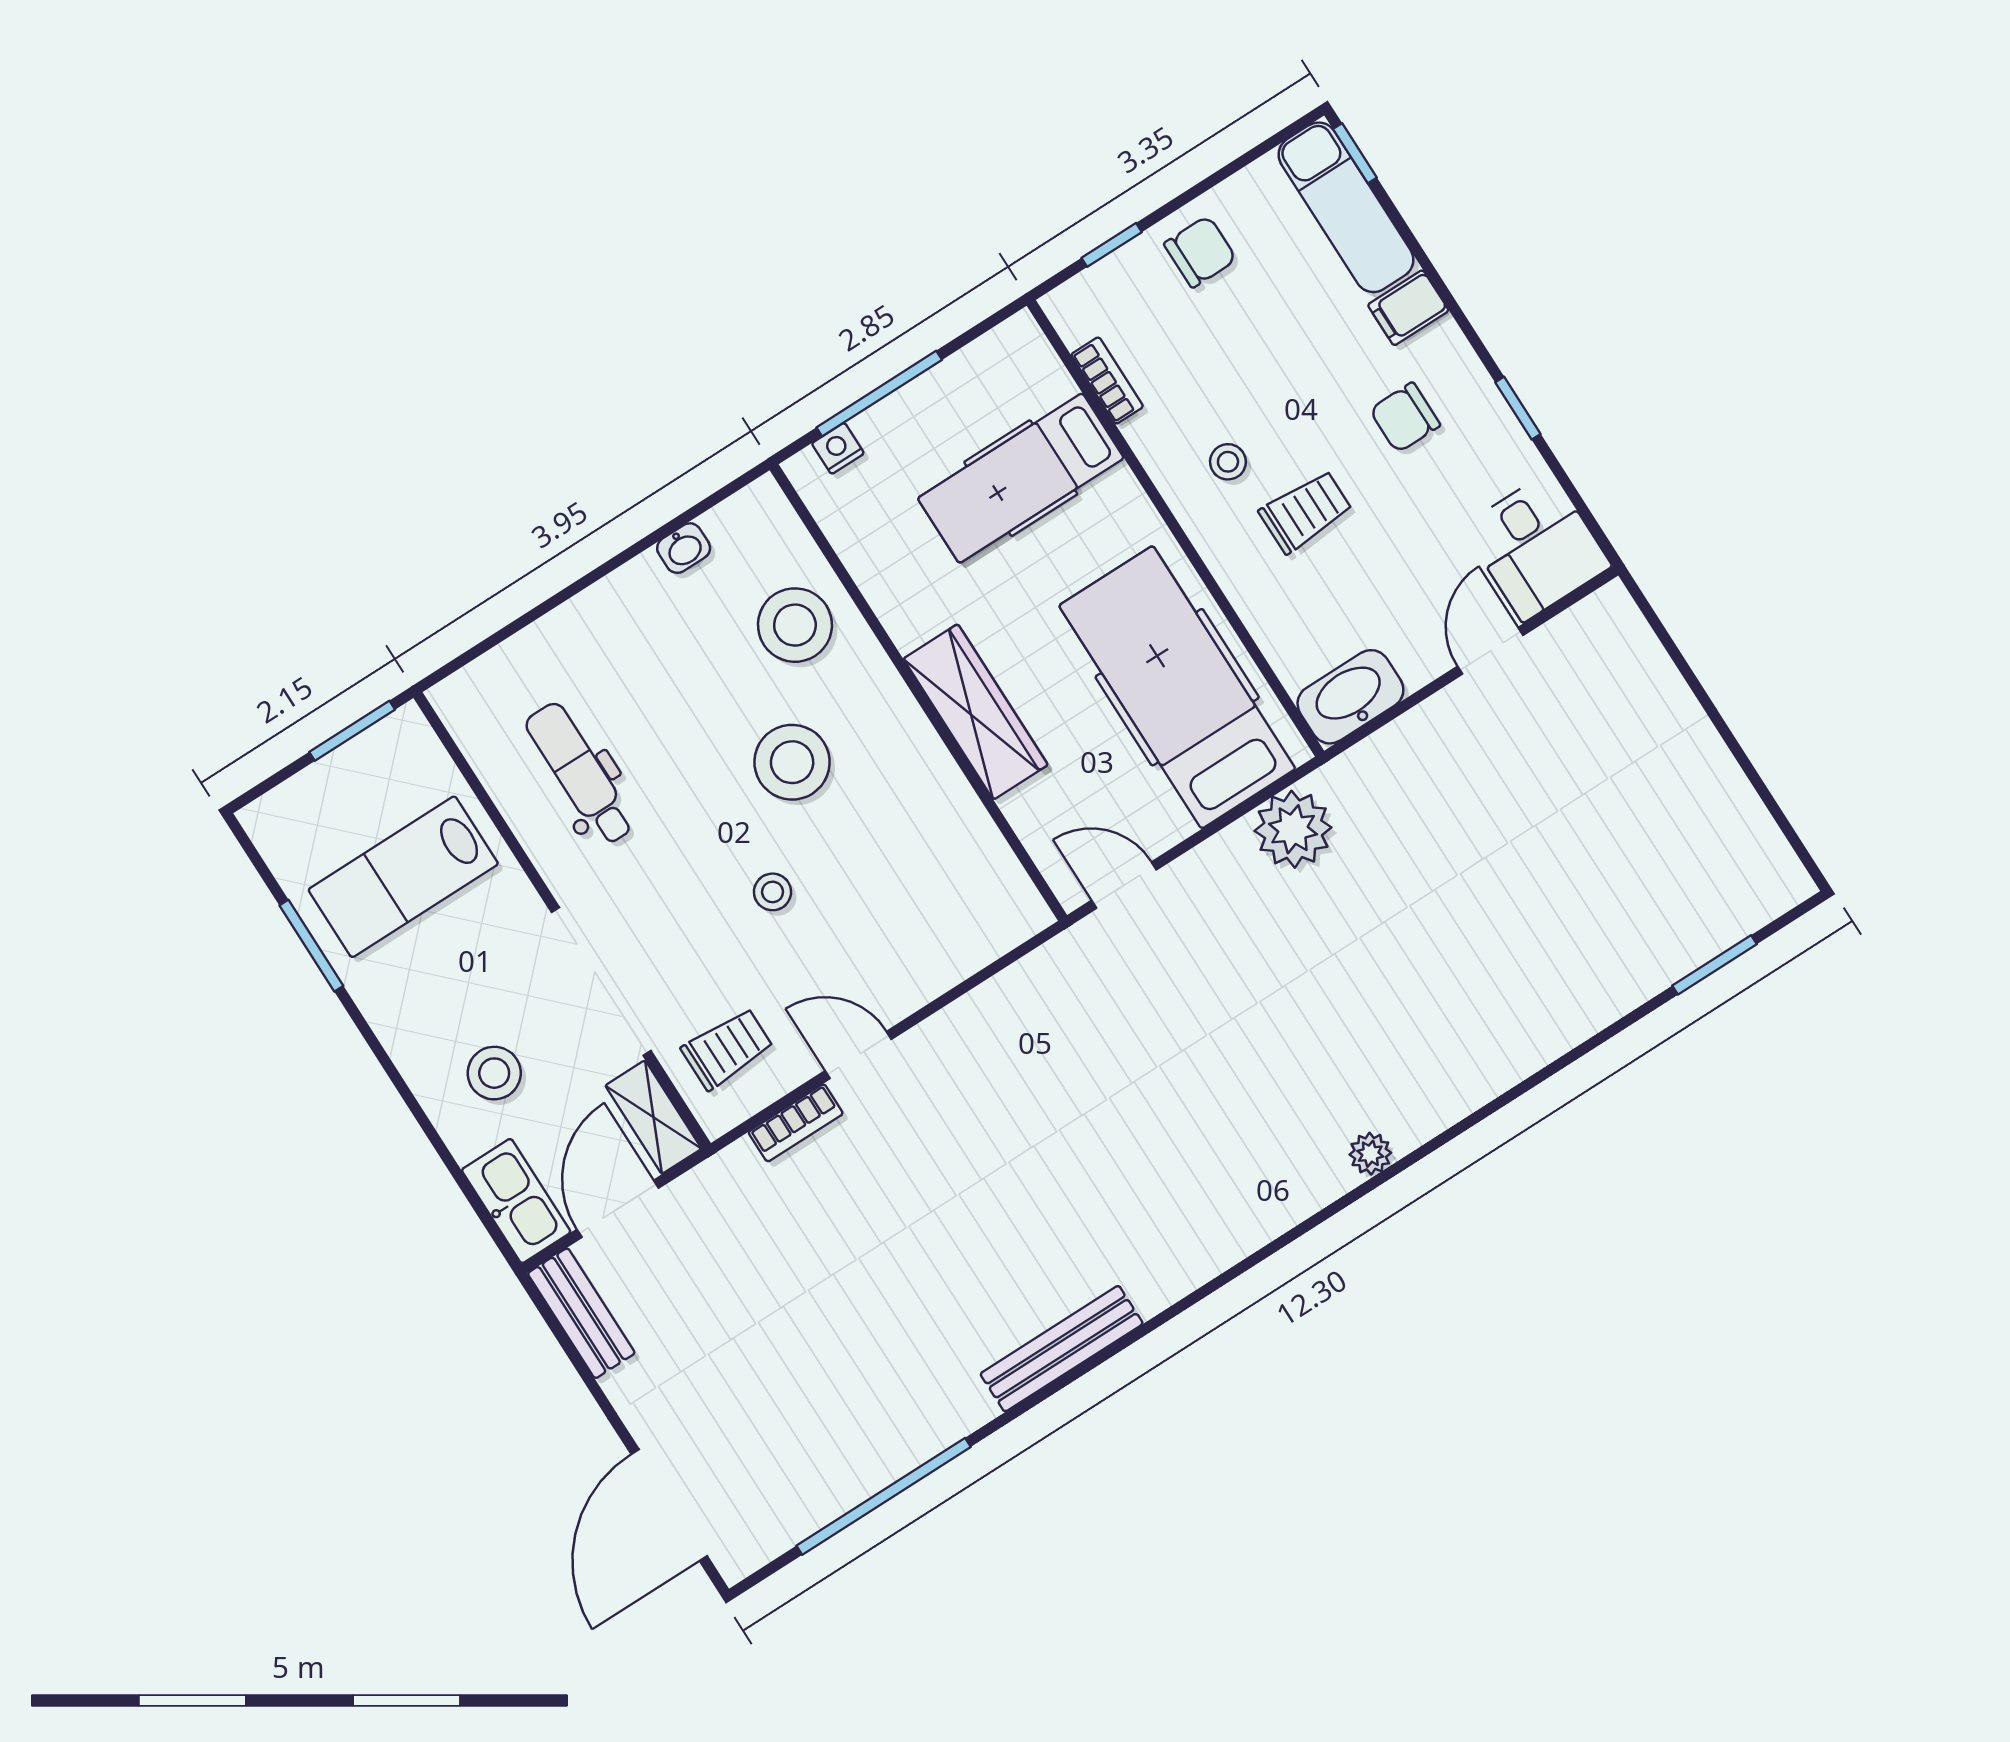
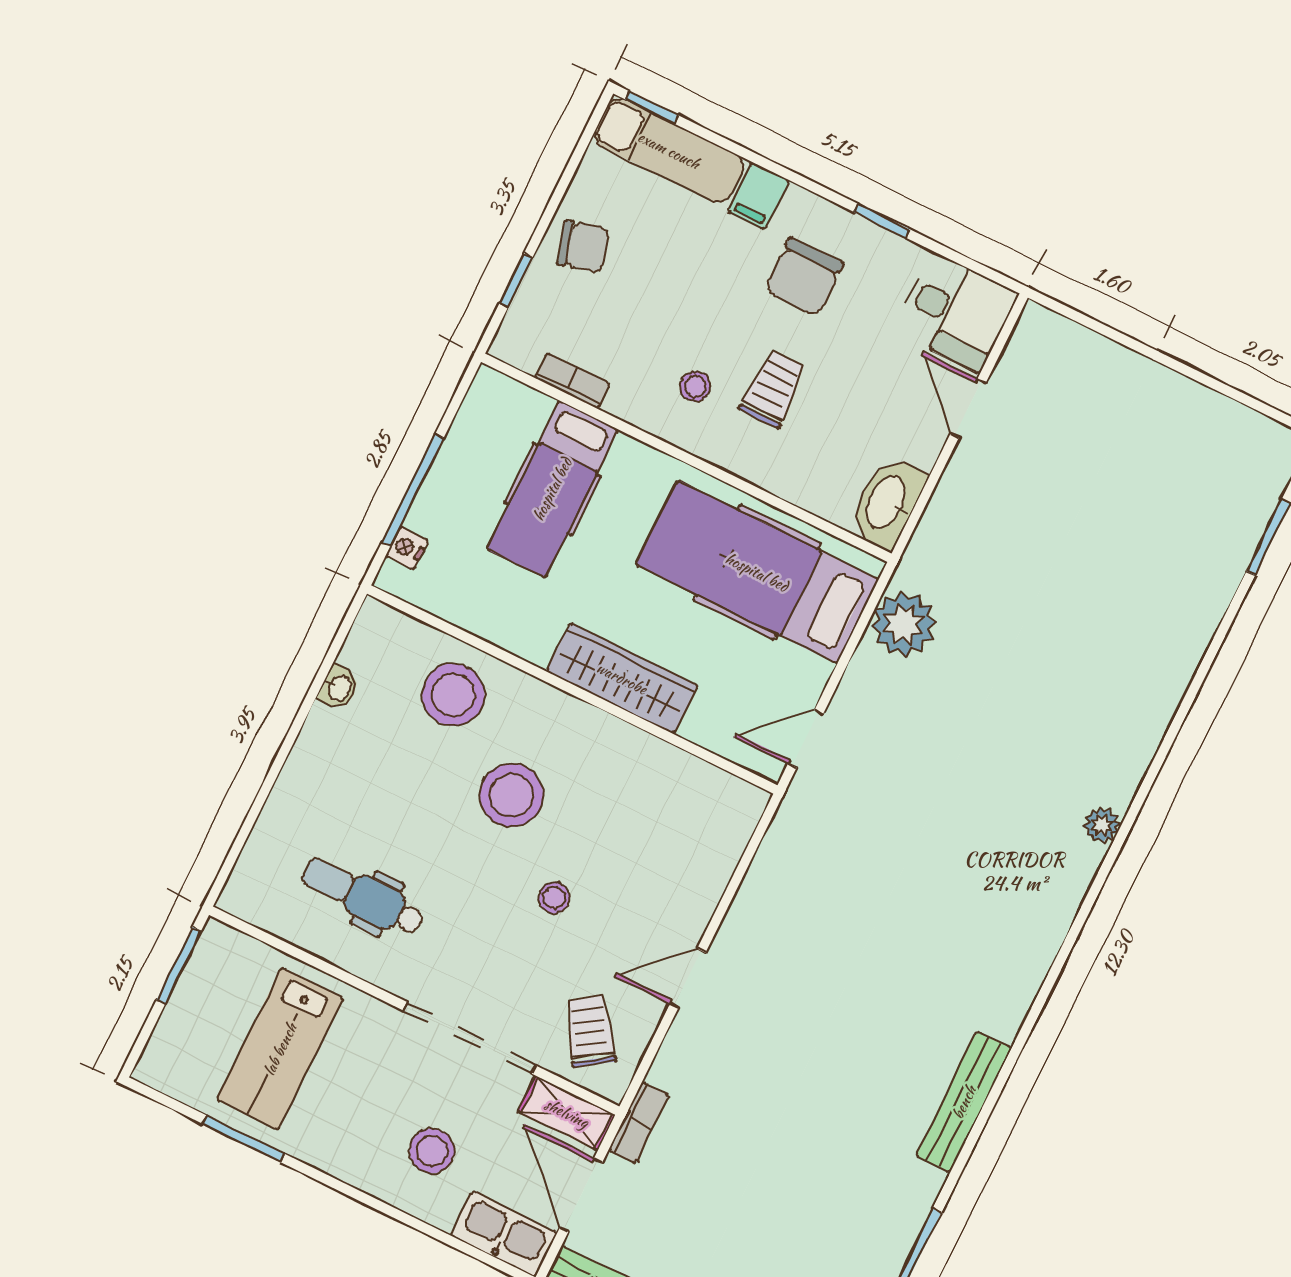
chair: (1200, 252) -> (583, 247), turned 75
chair: (1405, 417) -> (804, 277), width x1.37, depth x1.37
trolley: (727, 1049) -> (590, 1031), turned -34
bookcase: (796, 1123) -> (639, 1122), moved

